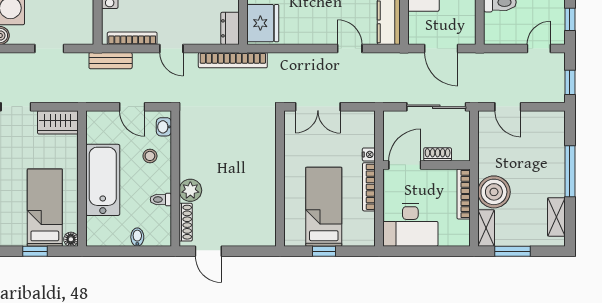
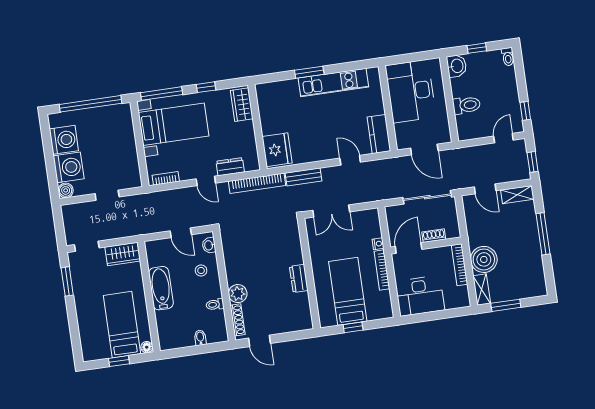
dresser: (230, 28) -> (230, 167), moved, turned 90
bookcase: (132, 38) -> (166, 178), width x0.64
bench: (111, 61) -> (304, 177), moved
bathtub: (103, 180) -> (161, 288), width x0.73, depth x0.73
dresser: (267, 183) -> (299, 279), added
shelving: (556, 217) -> (517, 195), moved, turned 90

